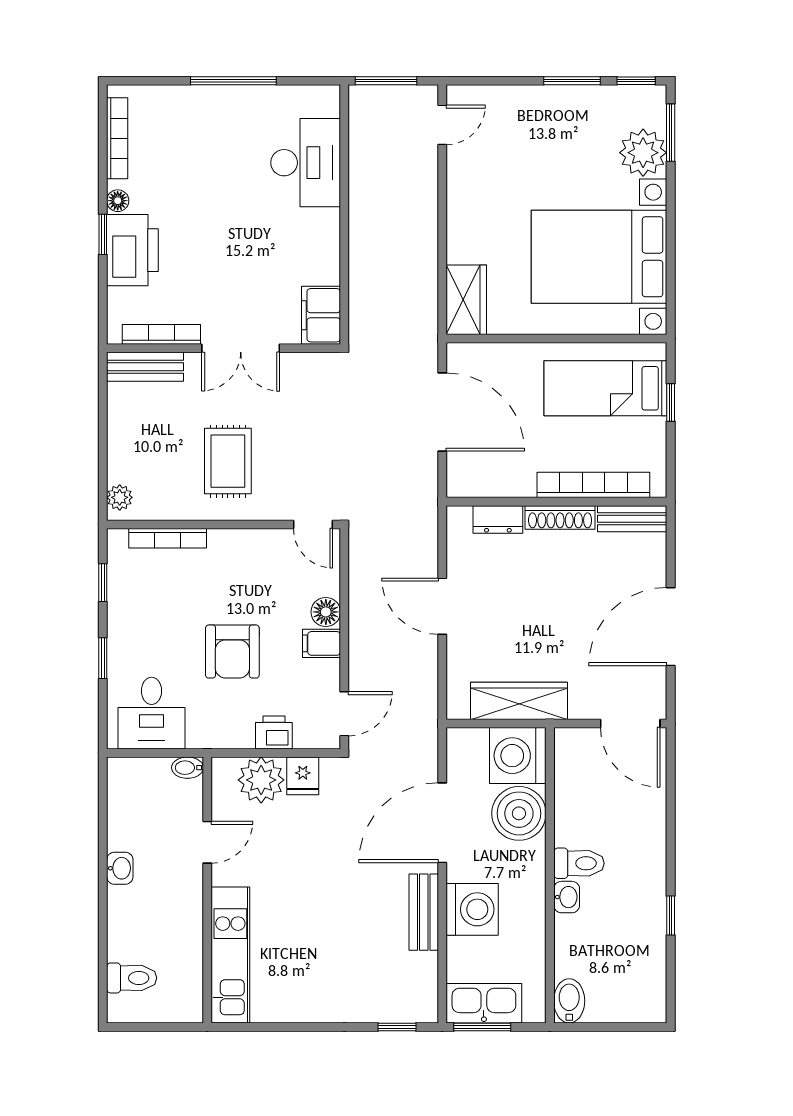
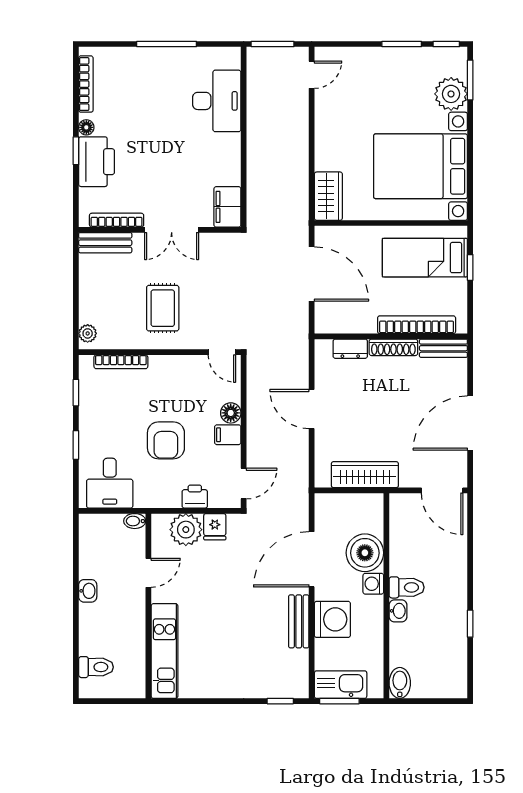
washing machine: (518, 756) -> (373, 584), moved, width x0.53, depth x0.53

